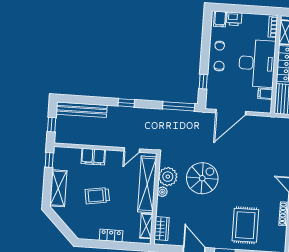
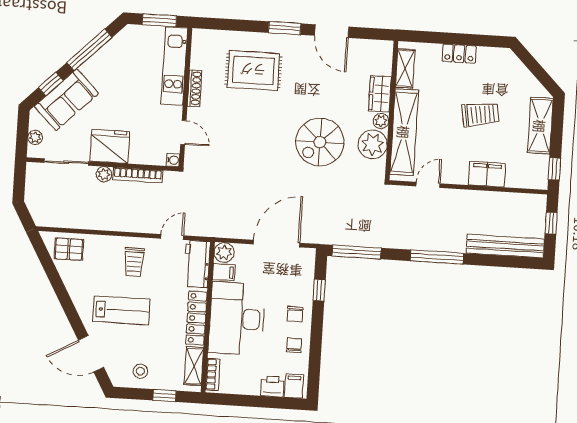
window: (126, 103) -> (437, 257), width x2.17
plant: (265, 107) -> (224, 252), added
rug: (245, 225) -> (253, 70), turned 90
wardrobe: (162, 229) -> (380, 94), moved

